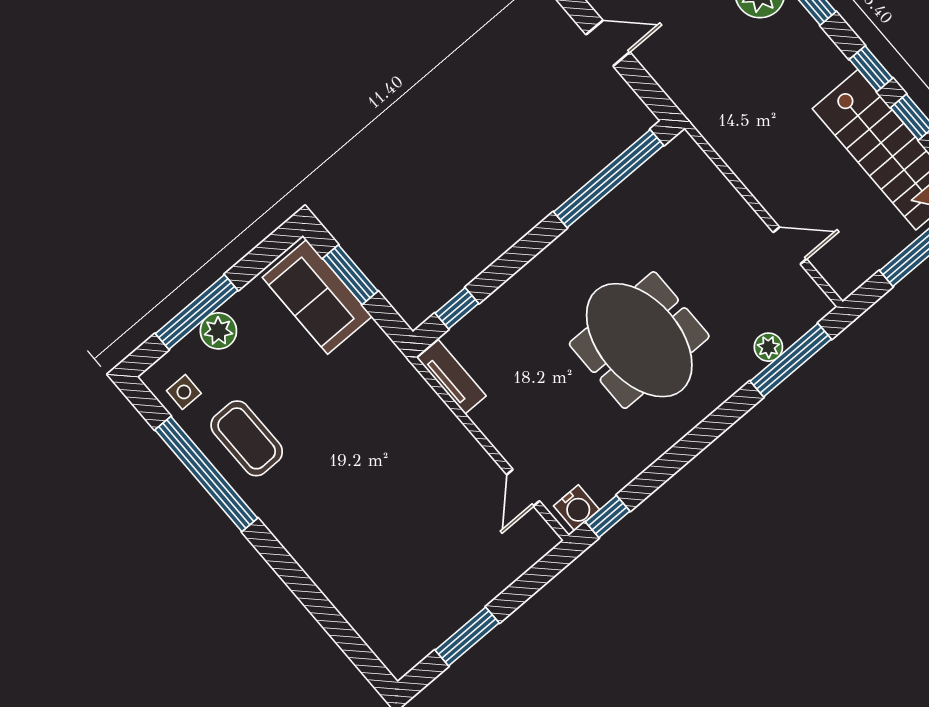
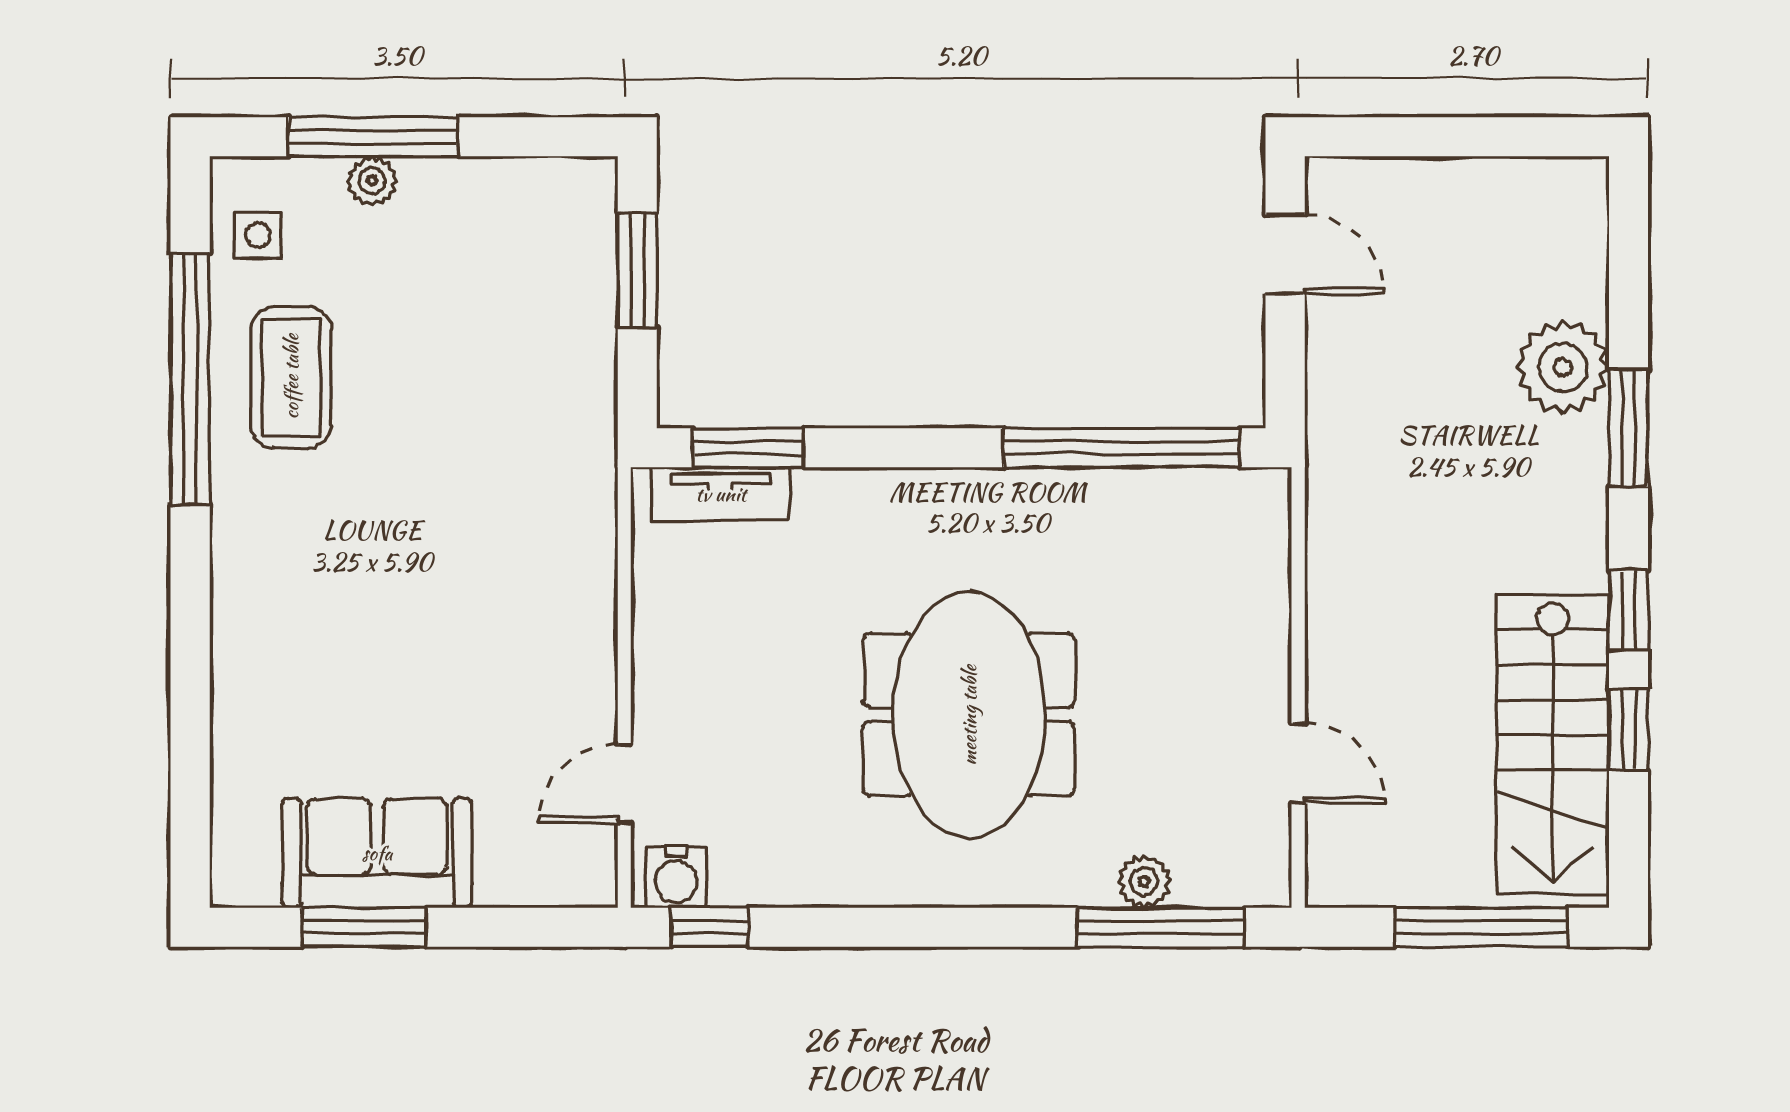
sofa: (317, 297) -> (377, 853), moved, turned 90
window: (457, 308) -> (748, 448), width x1.50
plant: (218, 331) -> (372, 181), width x0.73, depth x0.73
tv unit: (452, 377) -> (721, 494), moved, turned 90

